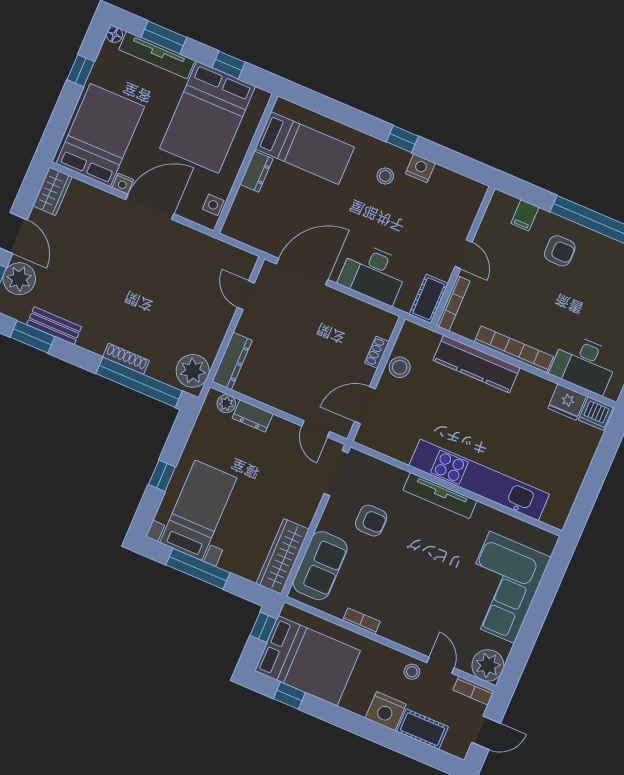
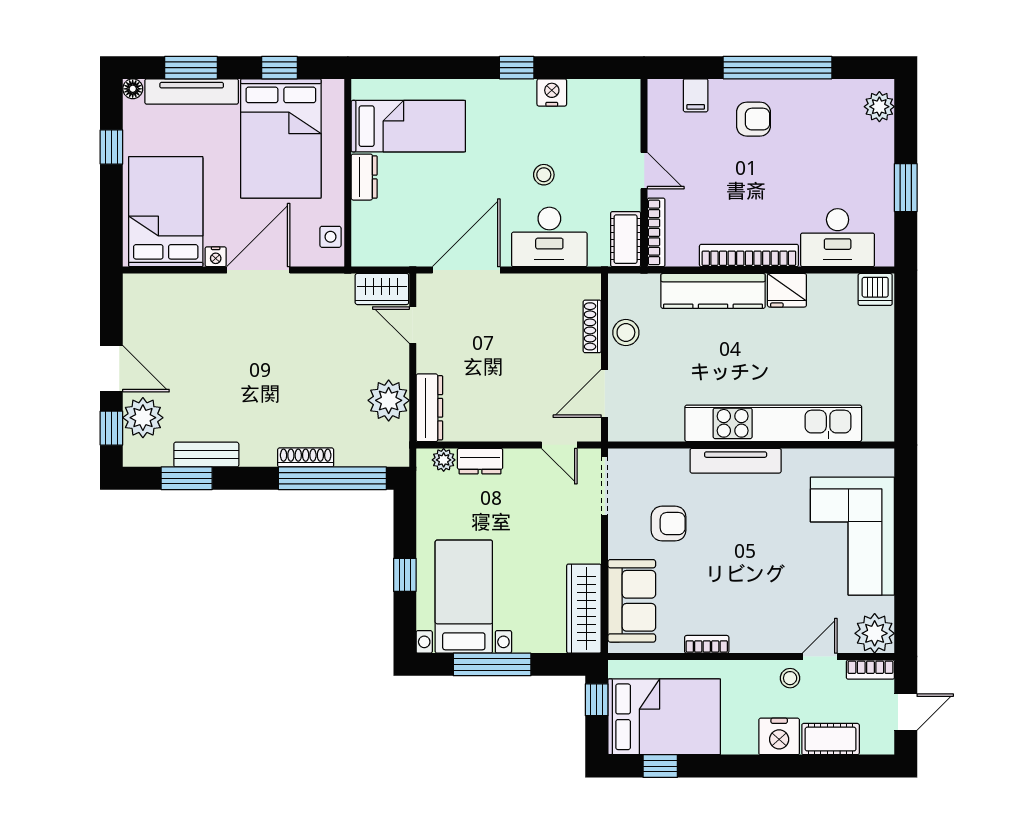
stool: (385, 176) -> (544, 175), moved
wardrobe: (52, 191) -> (382, 289), moved, turned 90
shoe rack: (377, 352) -> (592, 326), width x1.43
plant: (193, 371) -> (389, 400), moved
fridge: (567, 402) -> (787, 290), moved
door: (440, 665) -> (820, 657), hinge flipped

